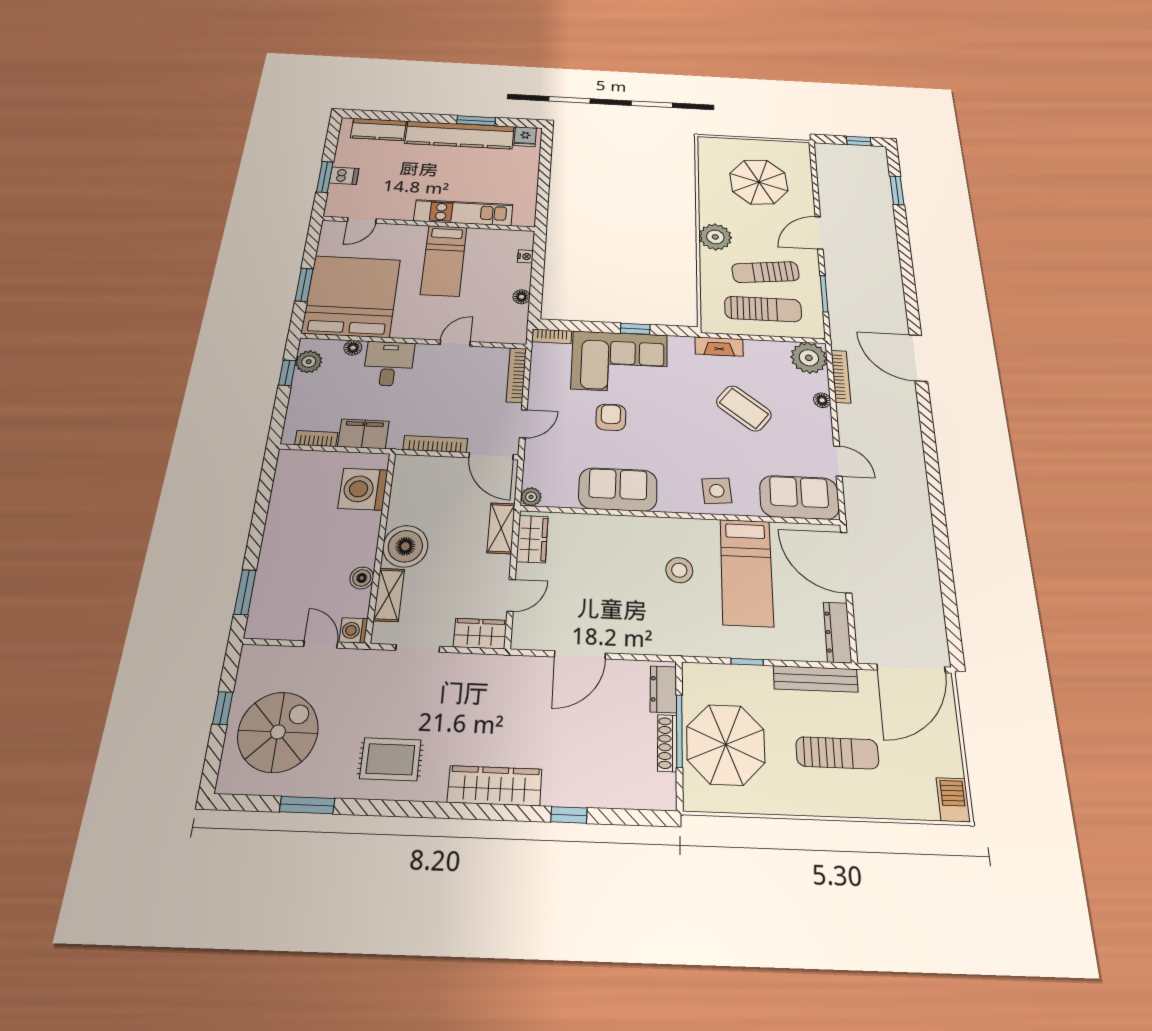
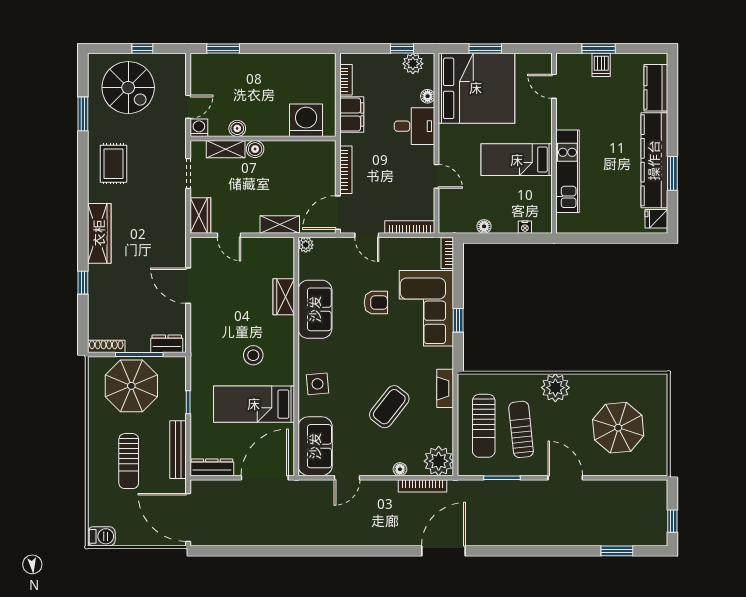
wardrobe: (532, 539) -> (284, 297), moved, turned 90
boiler: (405, 546) -> (255, 149), width x0.54, depth x0.54
shoe rack: (667, 743) -> (106, 346), moved

